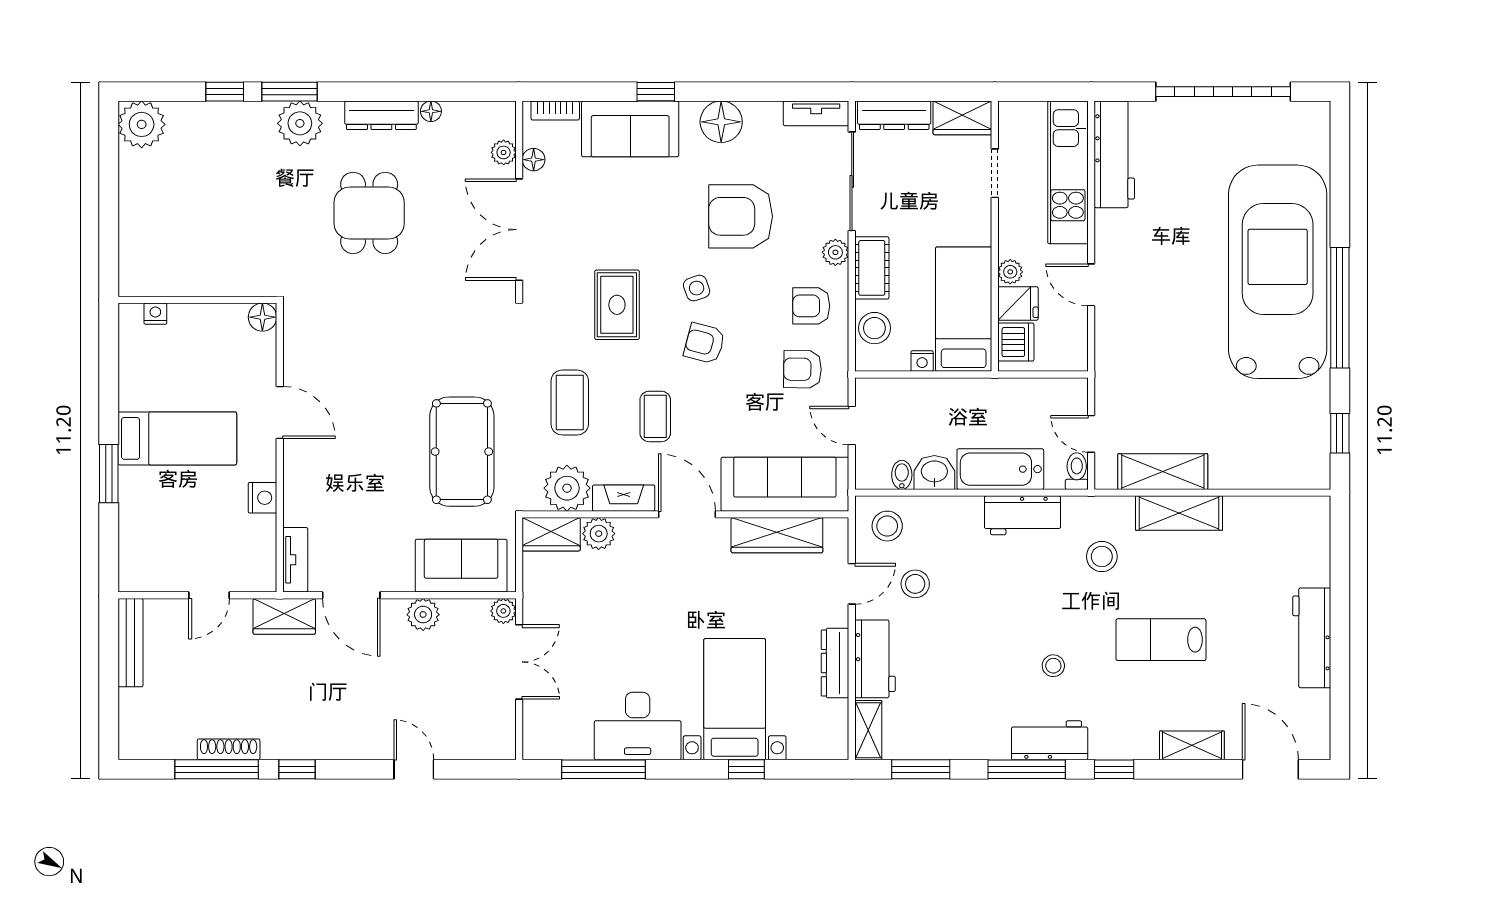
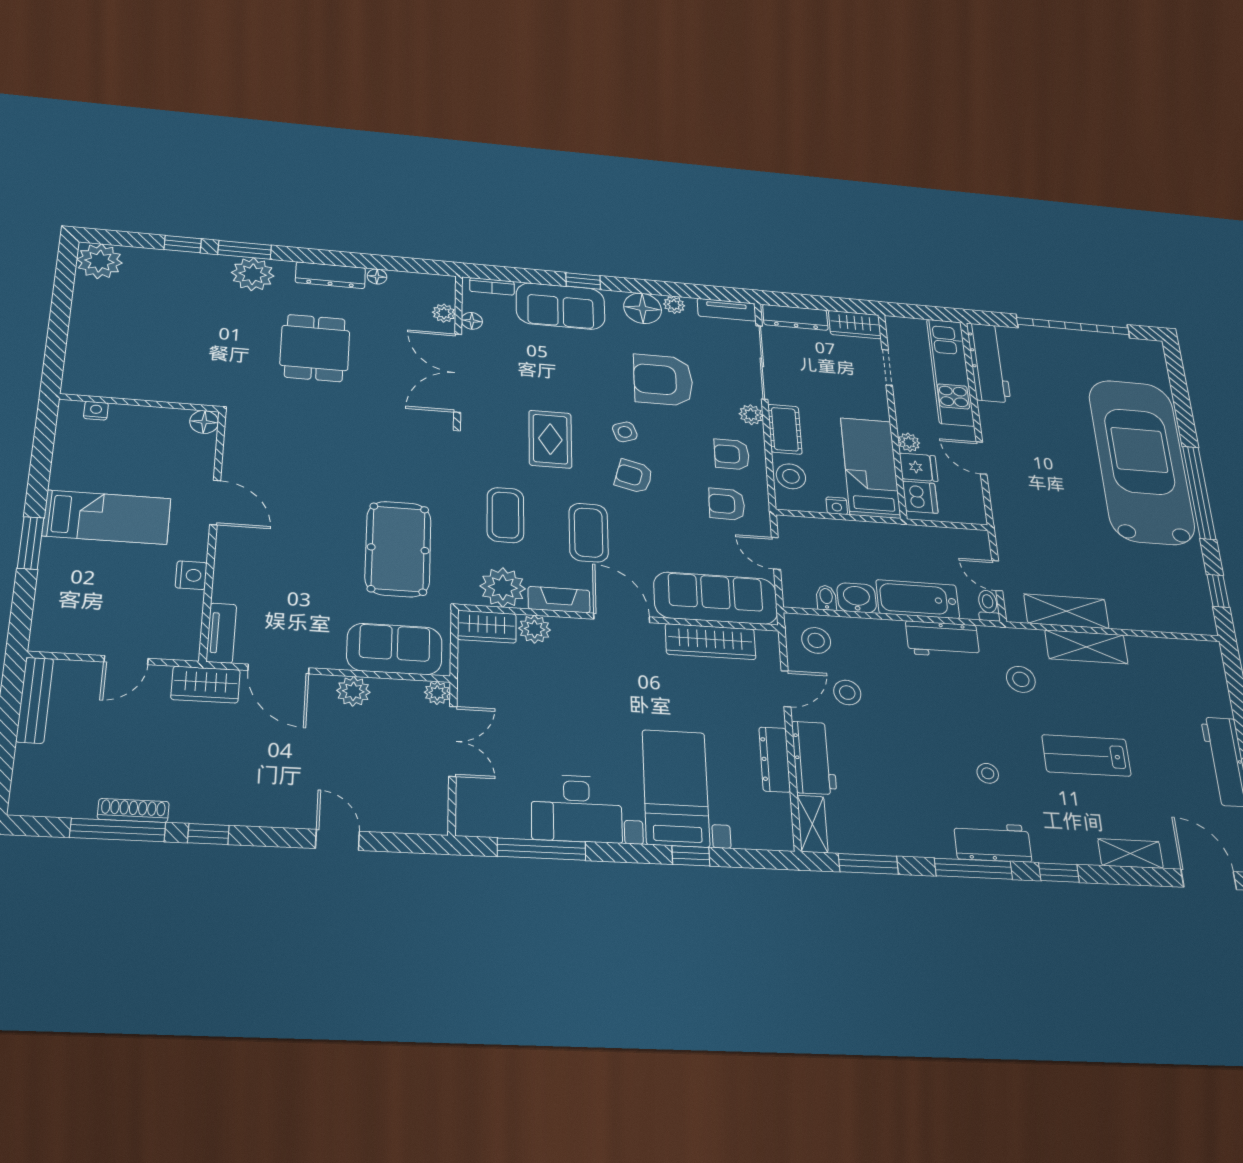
plant: (757, 113) -> (674, 305), added
coffee table: (655, 416) -> (589, 533), width x1.36, depth x1.30

